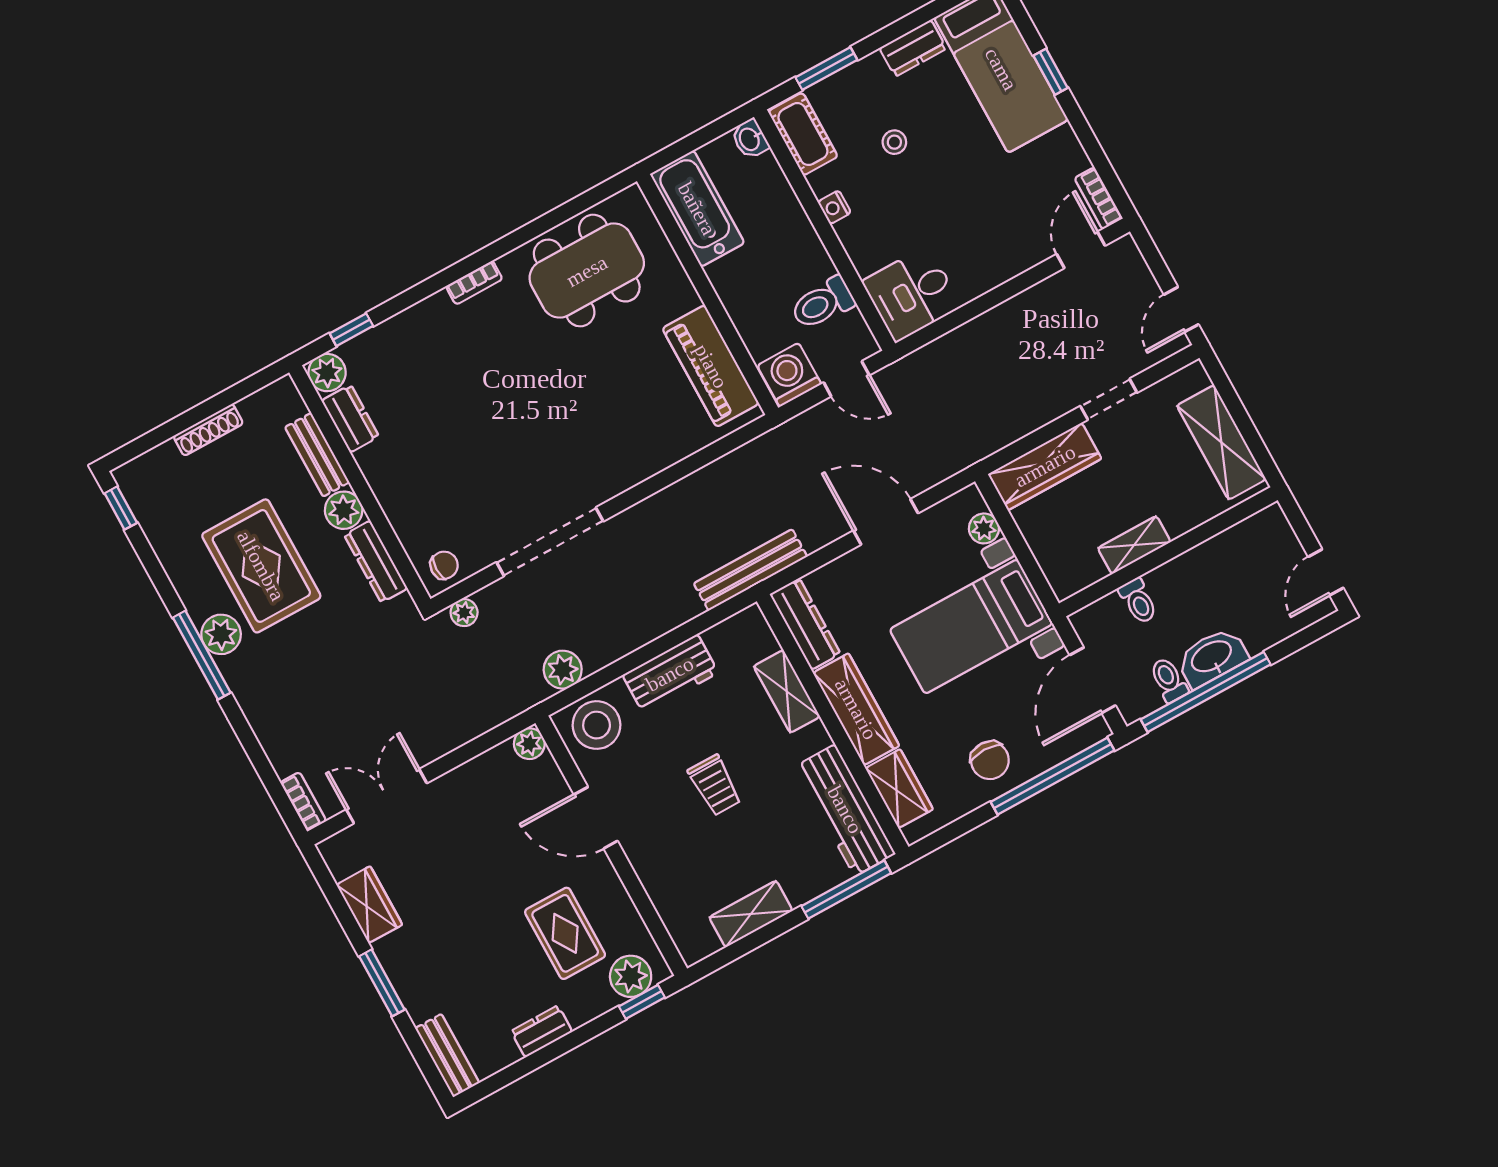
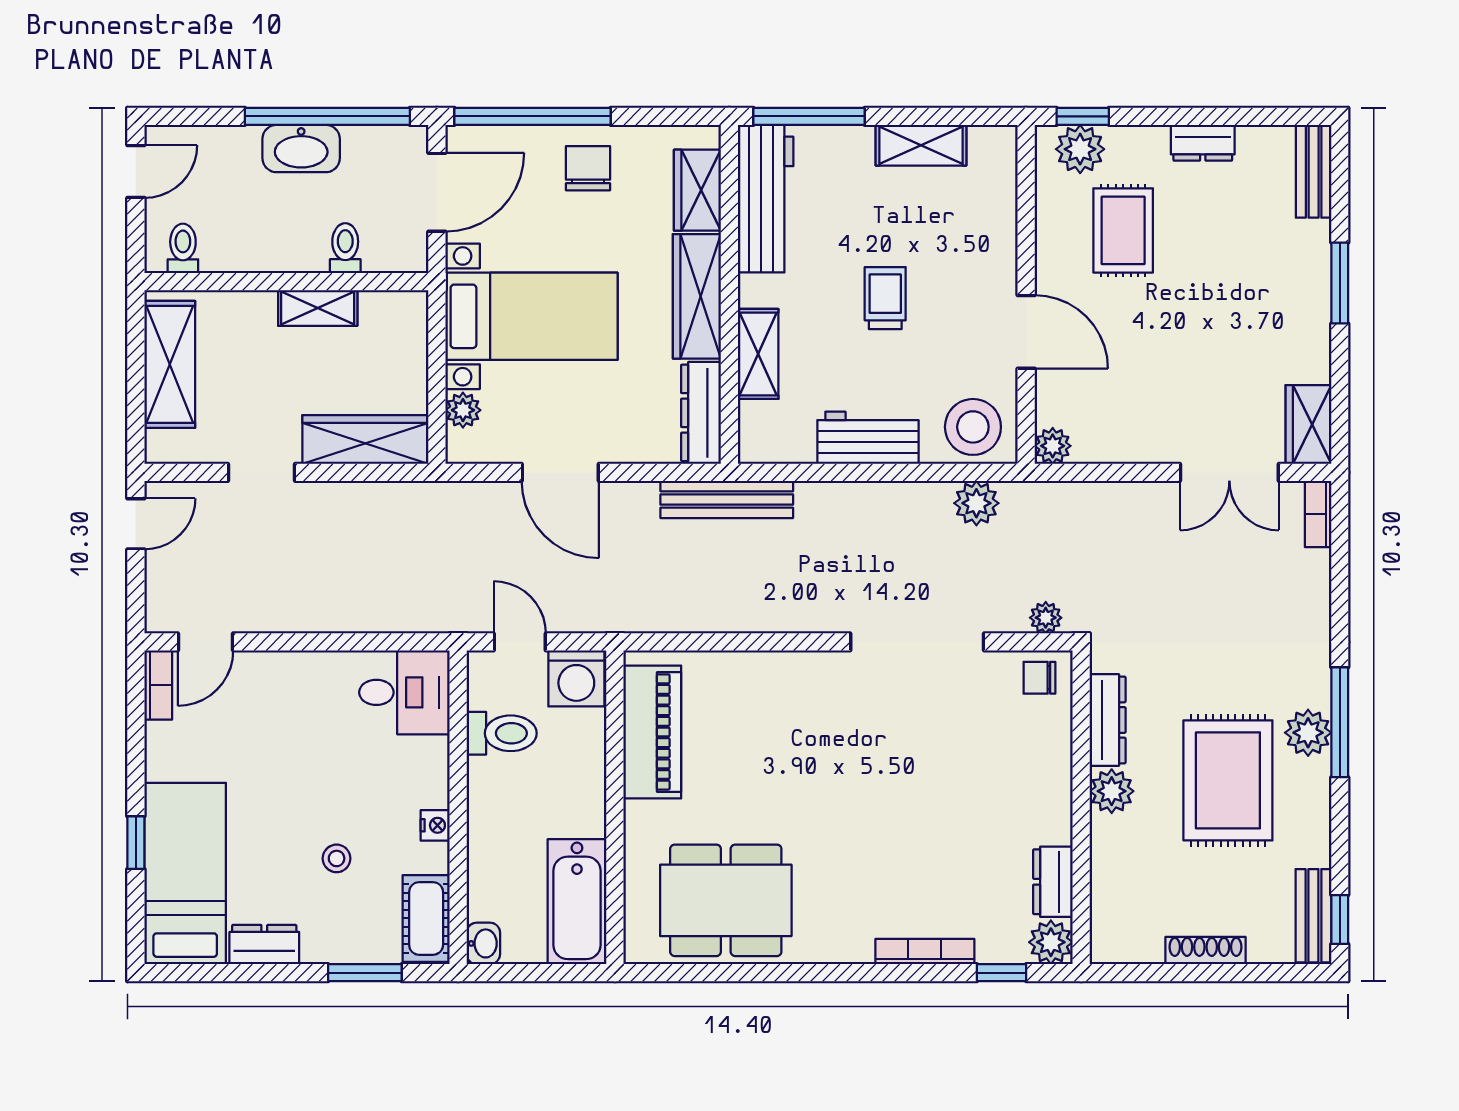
bookcase: (474, 283) -> (925, 951), moved, width x1.56
bench: (317, 455) -> (1313, 916), moved
toilet: (1169, 680) -> (183, 248), moved, turned 180
wardrobe: (369, 905) -> (1308, 424), moved

